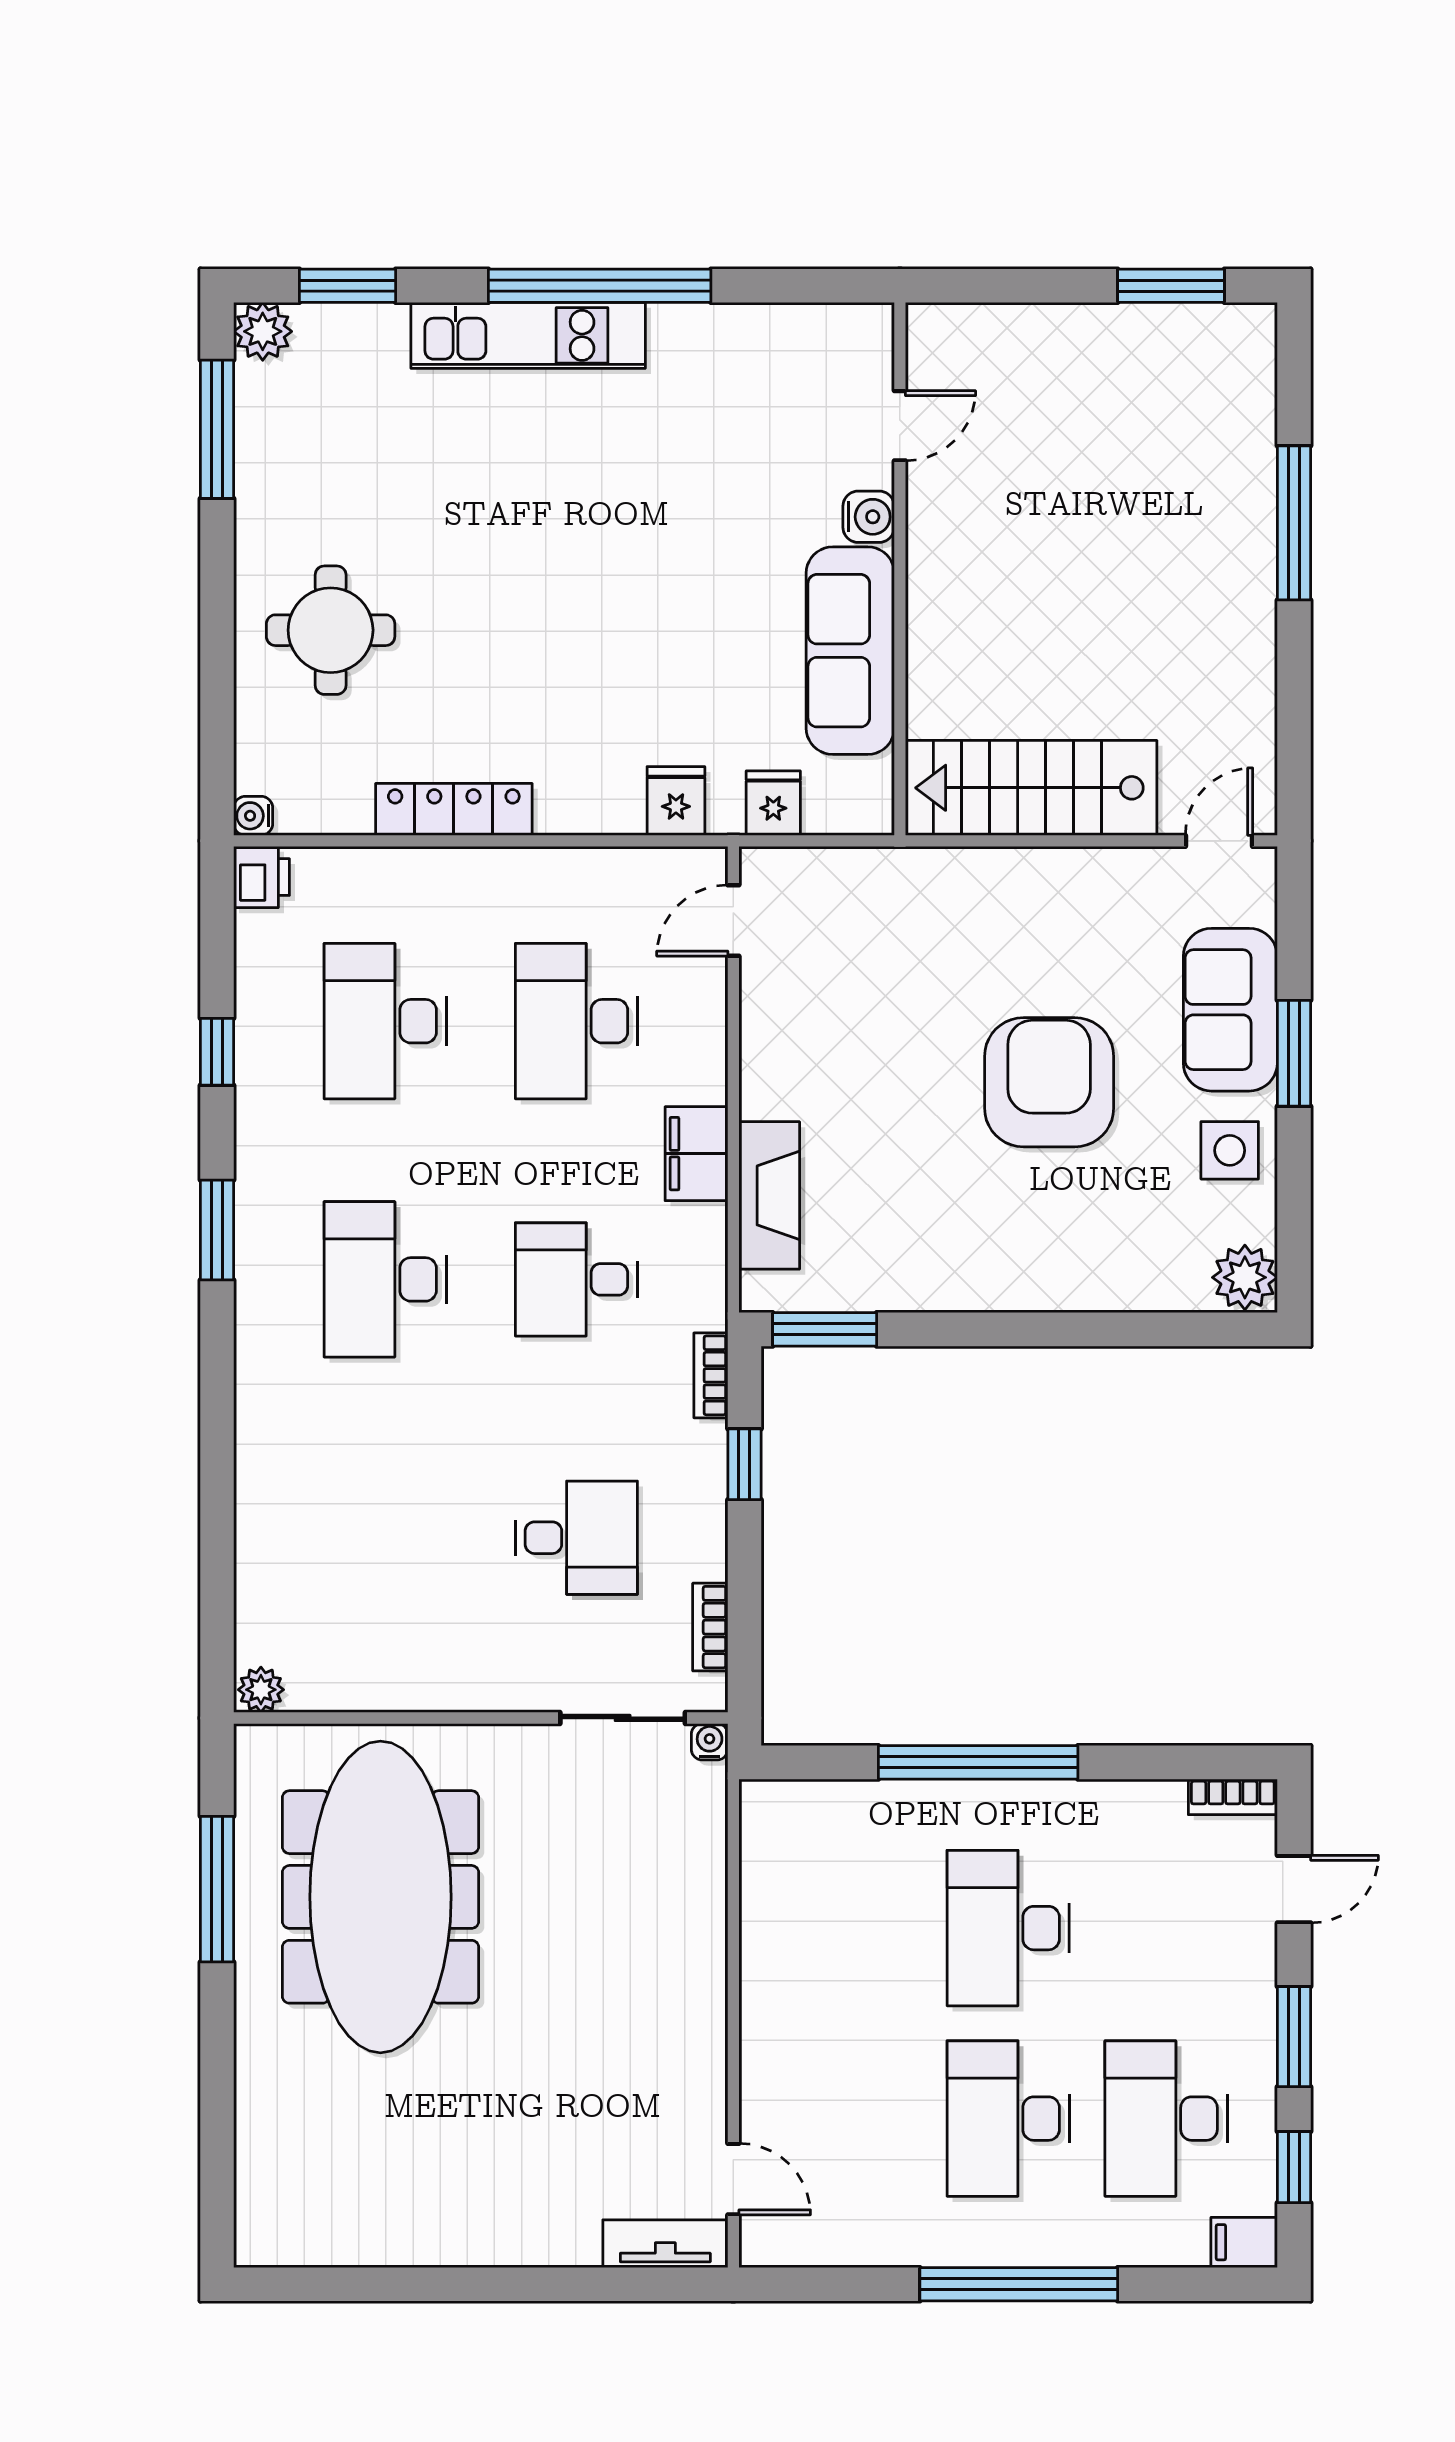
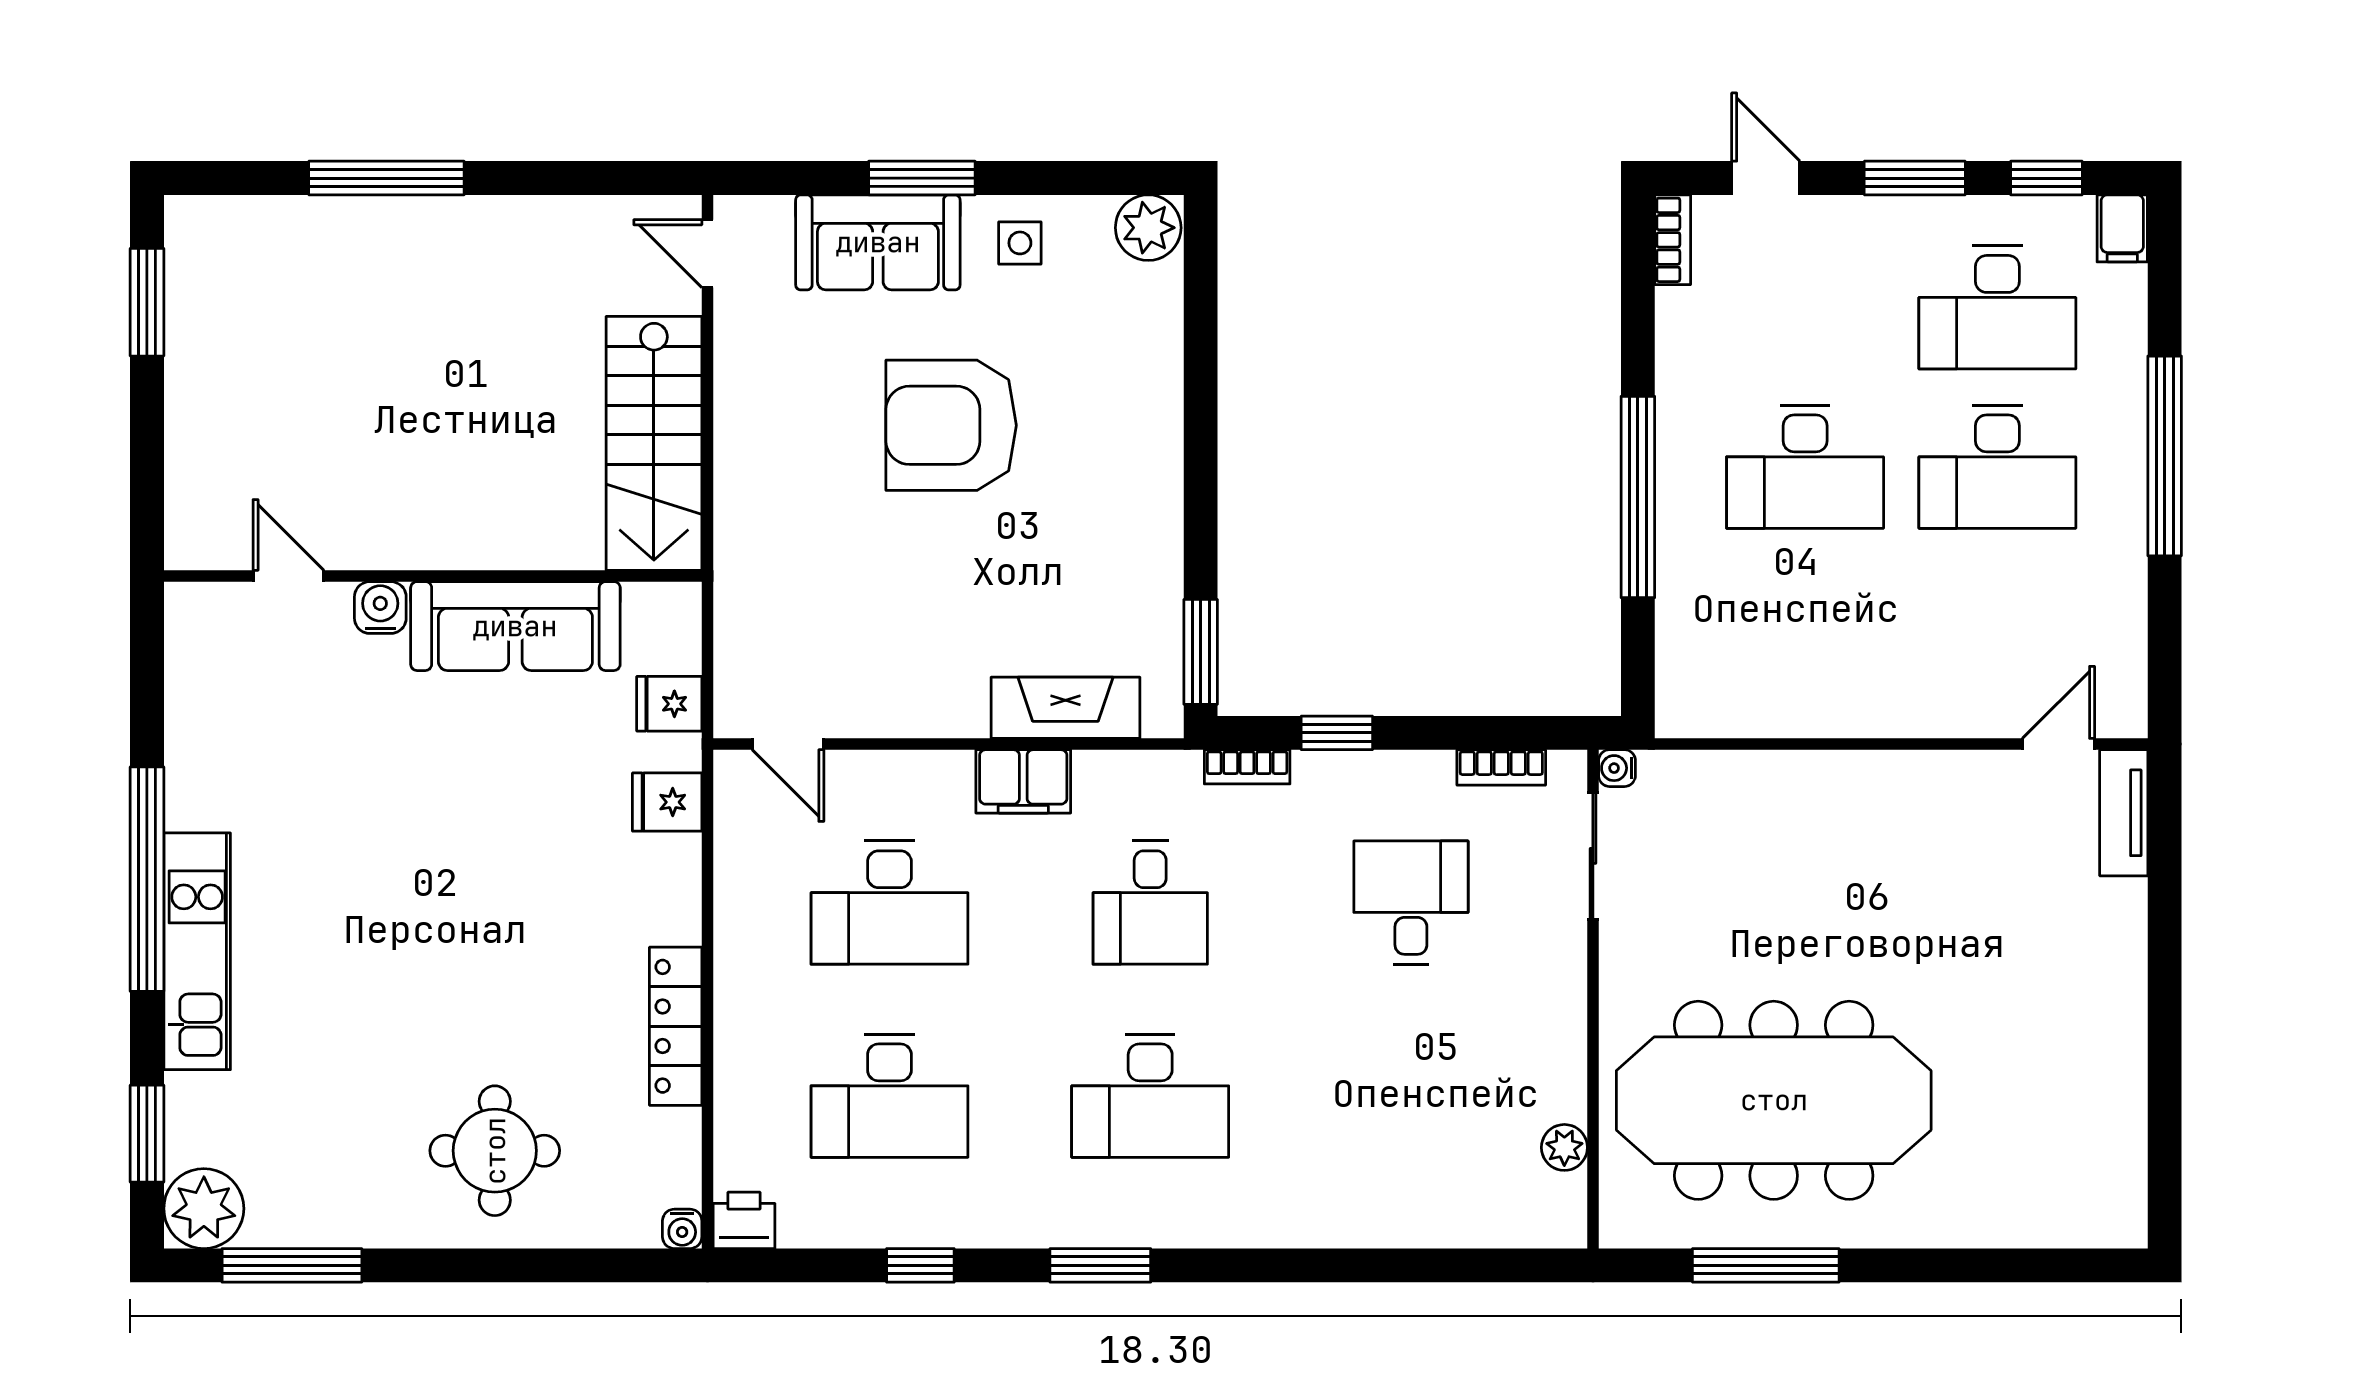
plant: (263, 331) -> (204, 1209), width x1.36, depth x1.36
side table: (1230, 1150) -> (1020, 243), width x0.73, depth x0.73
plant: (261, 1690) -> (1564, 1147), moved

